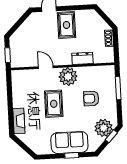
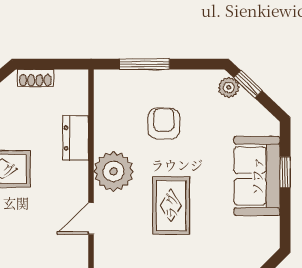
armchair: (91, 98) -> (164, 124), turned 180
rug: (54, 104) -> (171, 206), turned 90
plant: (104, 128) -> (229, 87), width x0.53, depth x0.53

